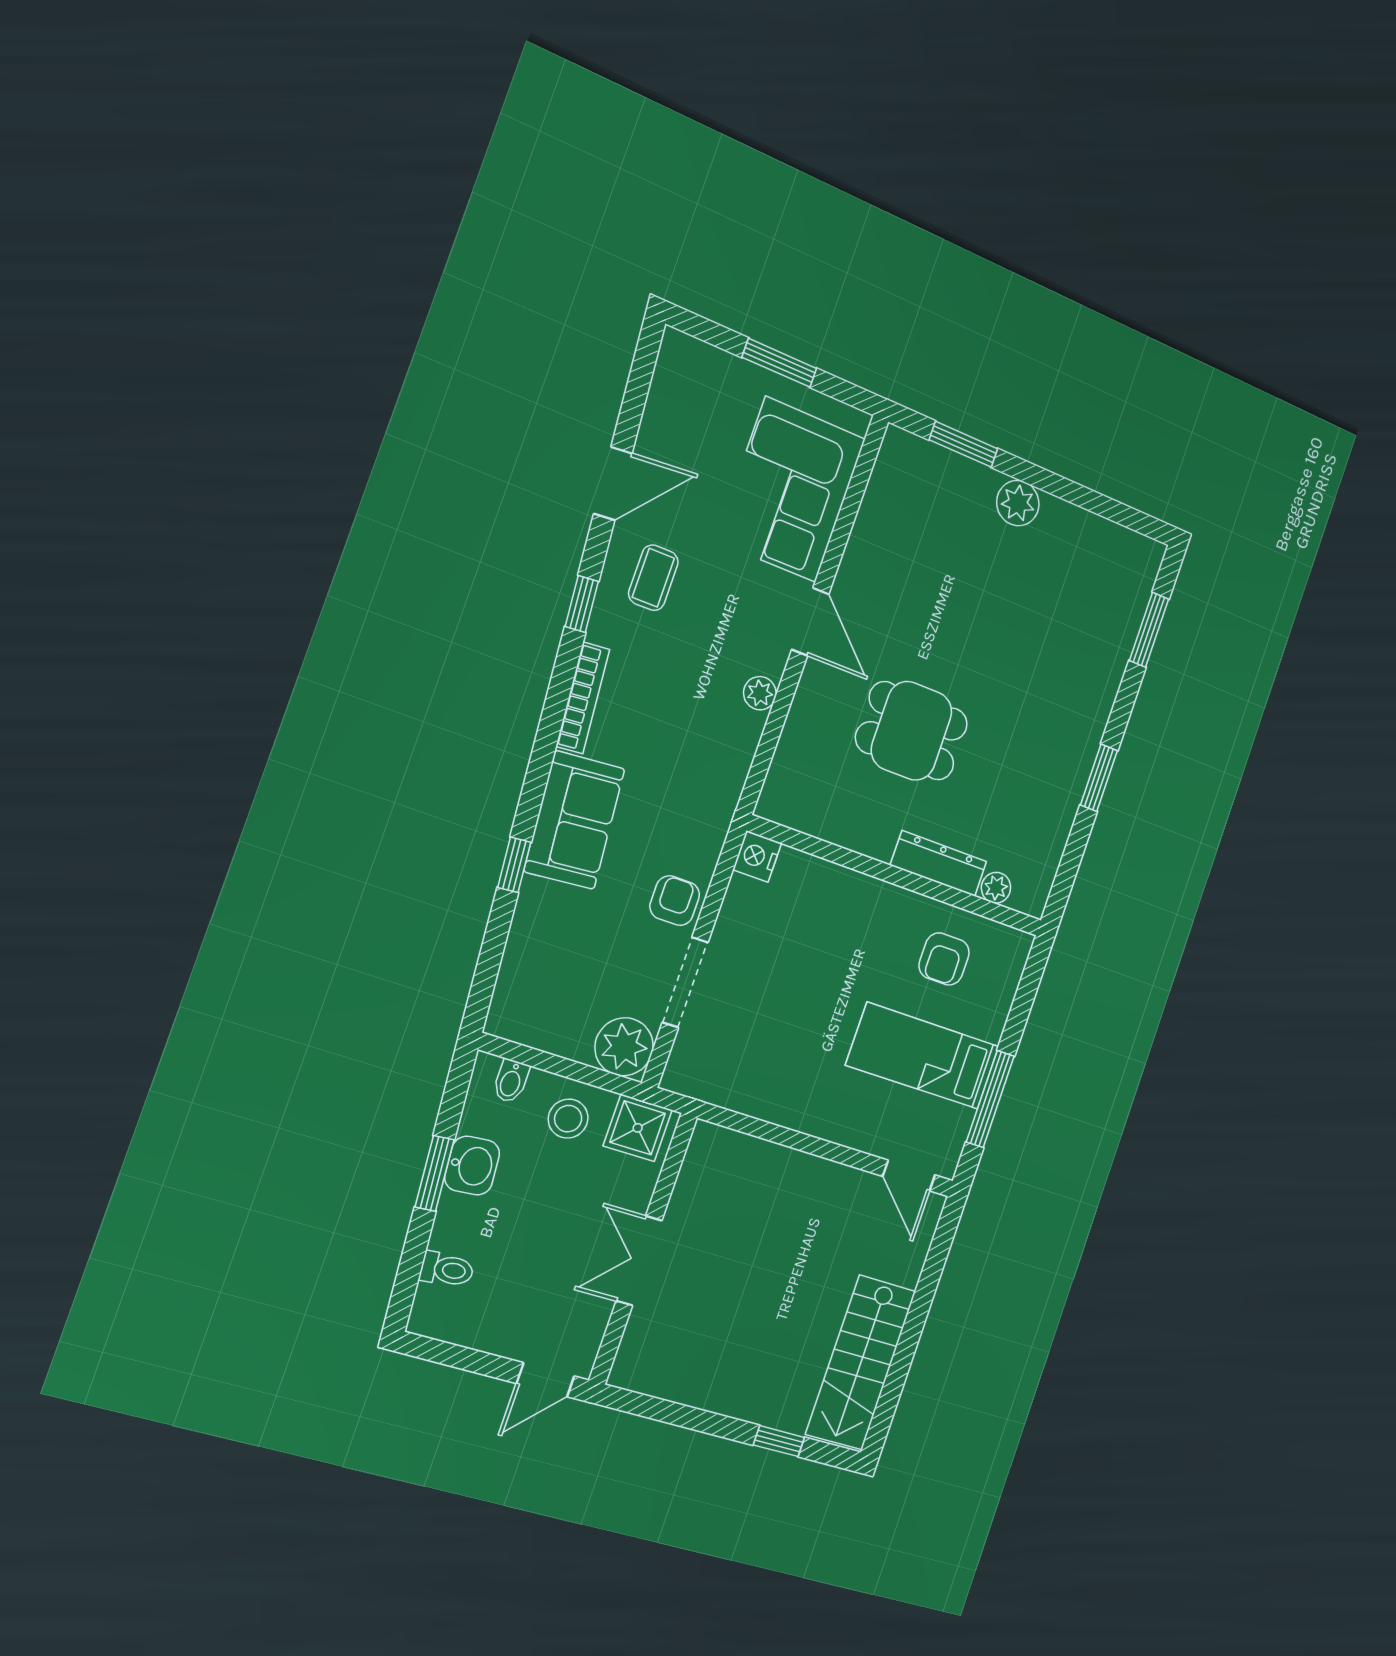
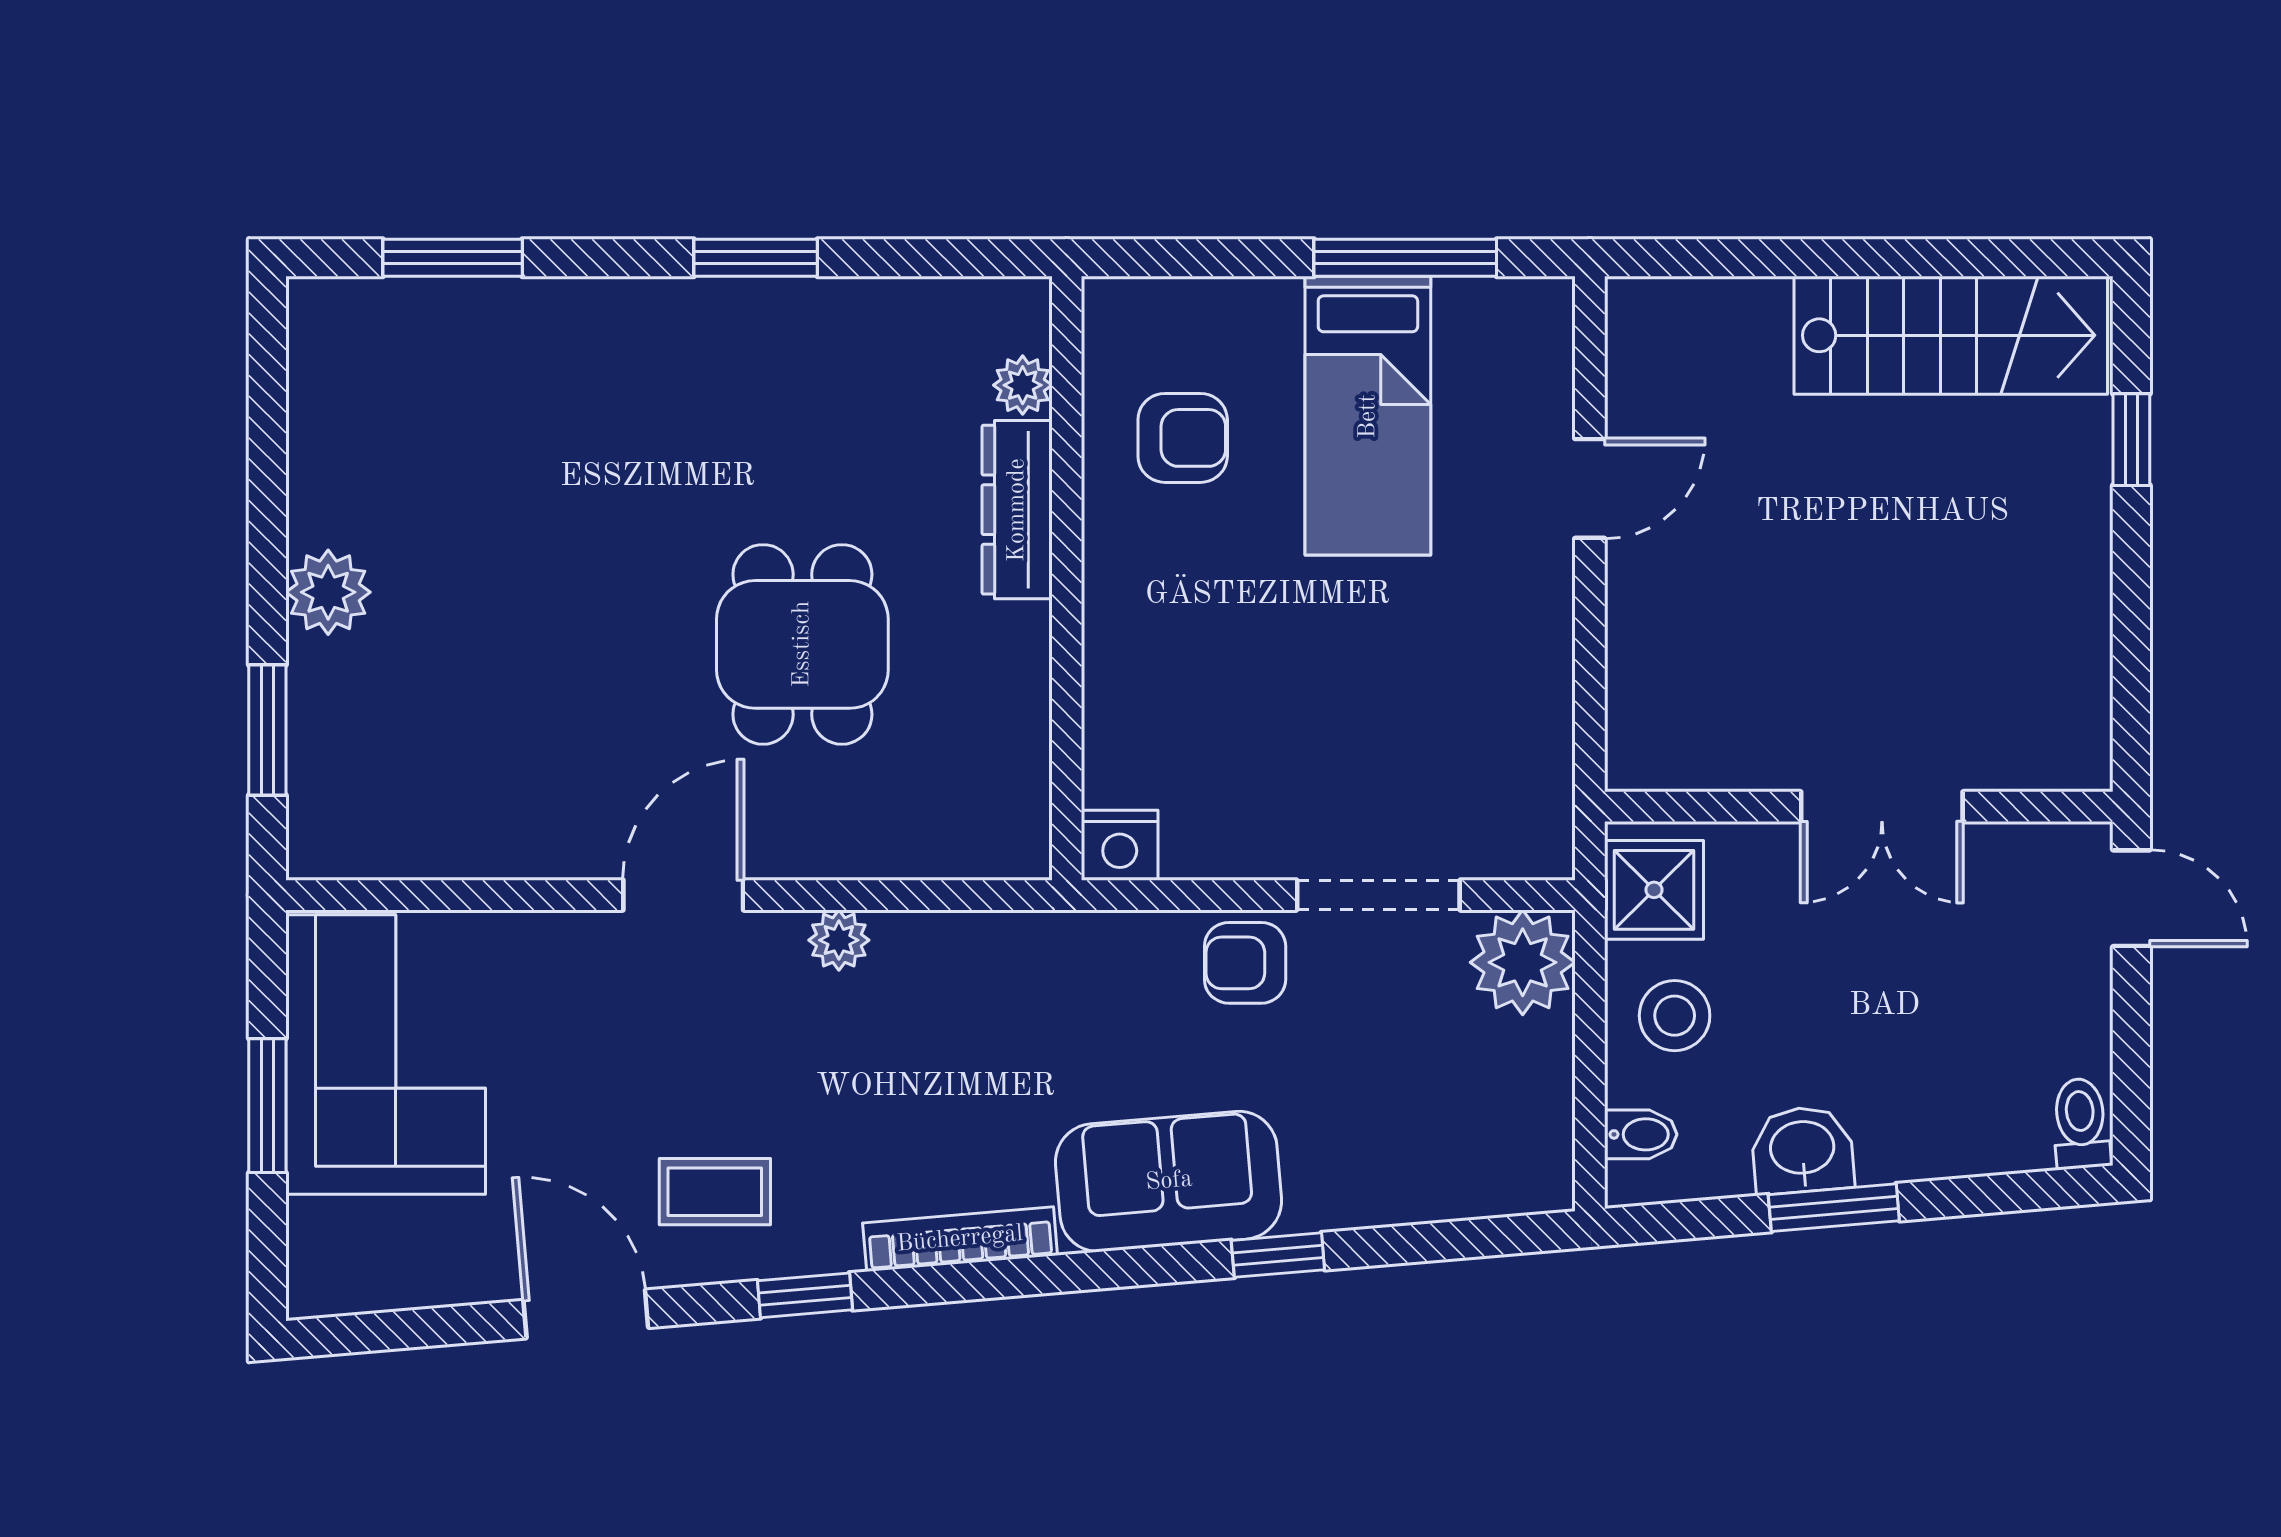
corner sofa: (791, 490) -> (386, 1054), moved, turned -90
door: (909, 1176) -> (1590, 488), moved
toilet: (447, 1269) -> (2081, 1123), moved

